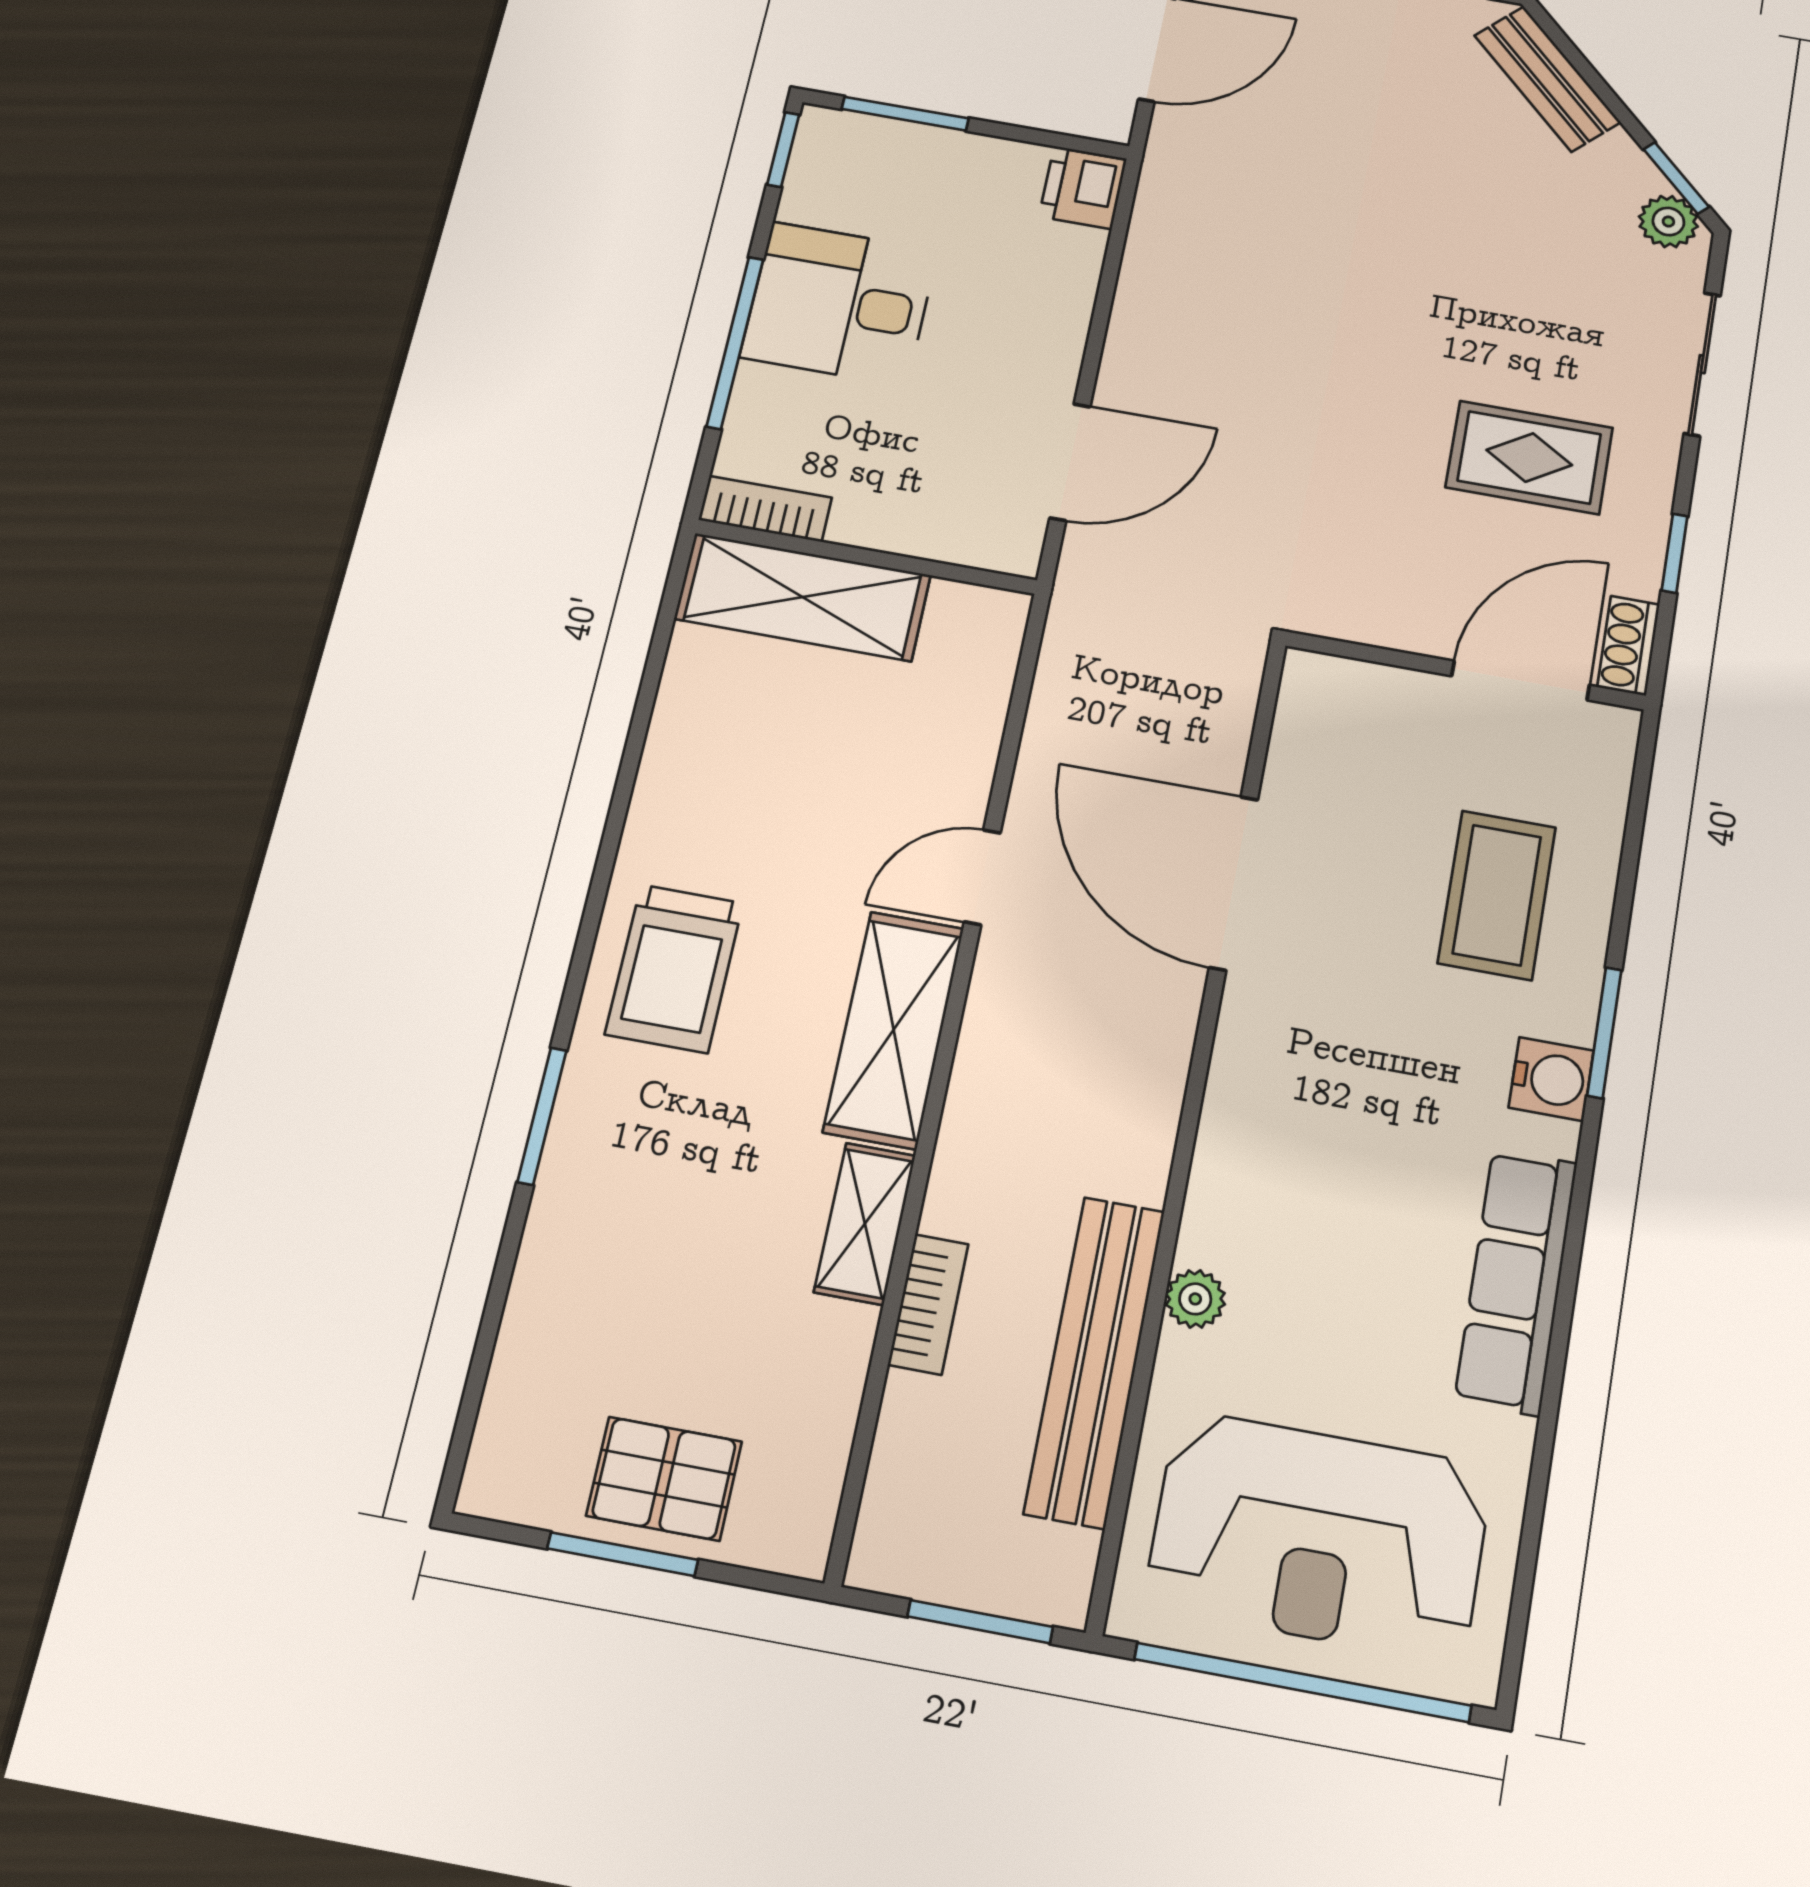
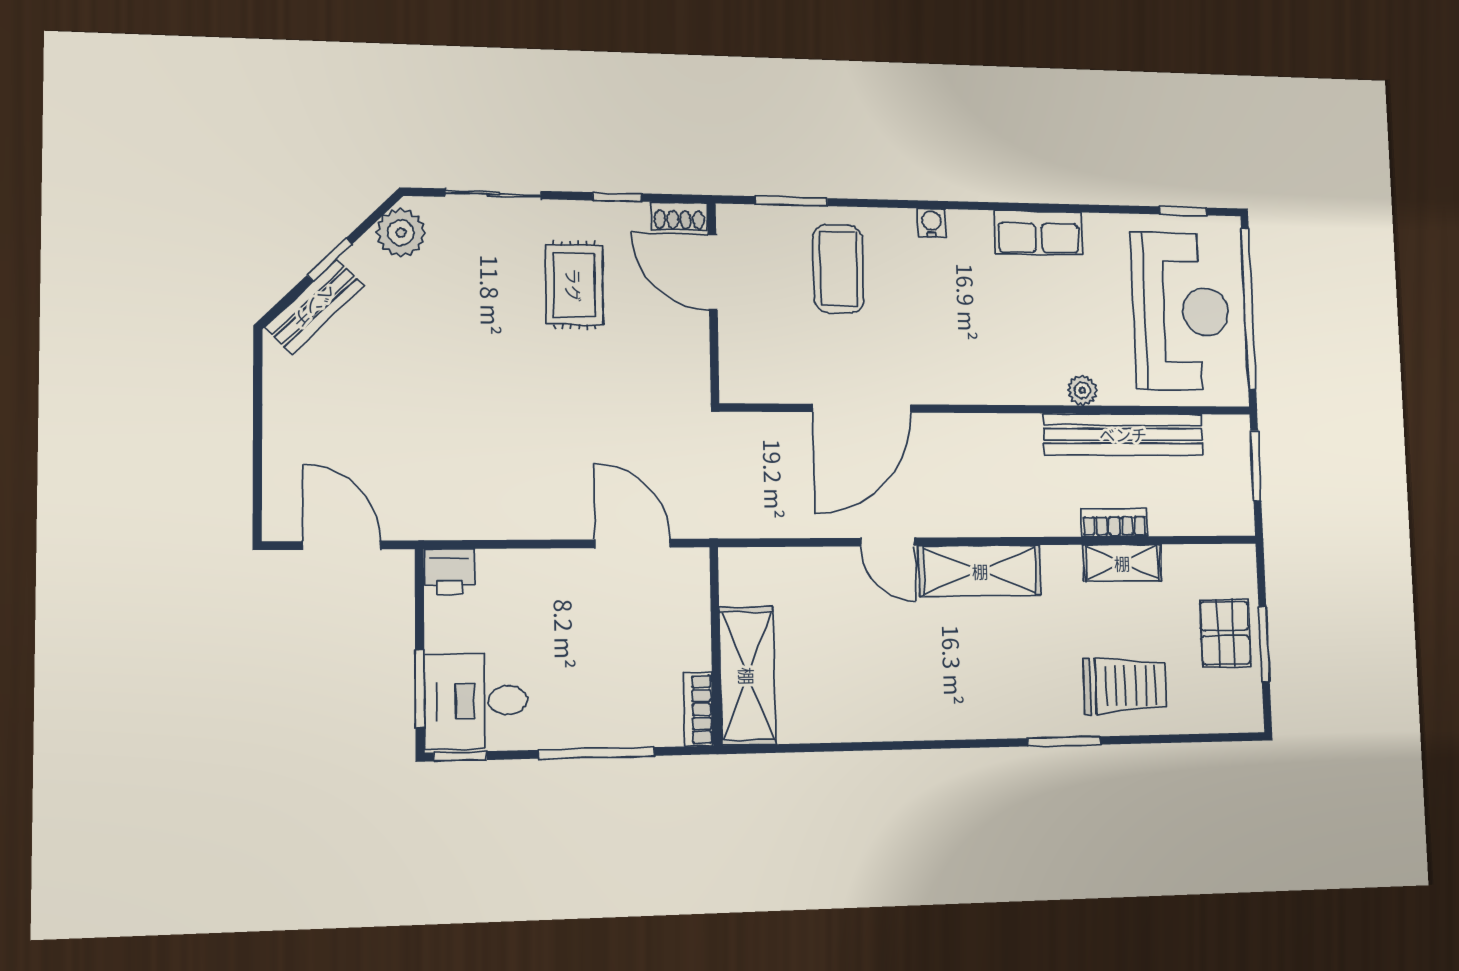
window: (1676, 178) -> (330, 260), moved
plant: (1668, 222) -> (401, 233), width x1.38, depth x1.38
desk: (839, 304) -> (476, 701), moved, turned 90
coffee table: (1497, 895) -> (838, 269), turned 90
trolley: (674, 968) -> (1125, 686), moved
window: (1604, 1033) -> (791, 201), moved
water cooler: (1551, 1079) -> (931, 223), width x0.72, depth x0.72
shelving: (865, 1224) -> (1122, 563), moved
row of seats: (1516, 1281) -> (1038, 233), width x0.68
window: (1523, 1588) -> (1183, 211), added

